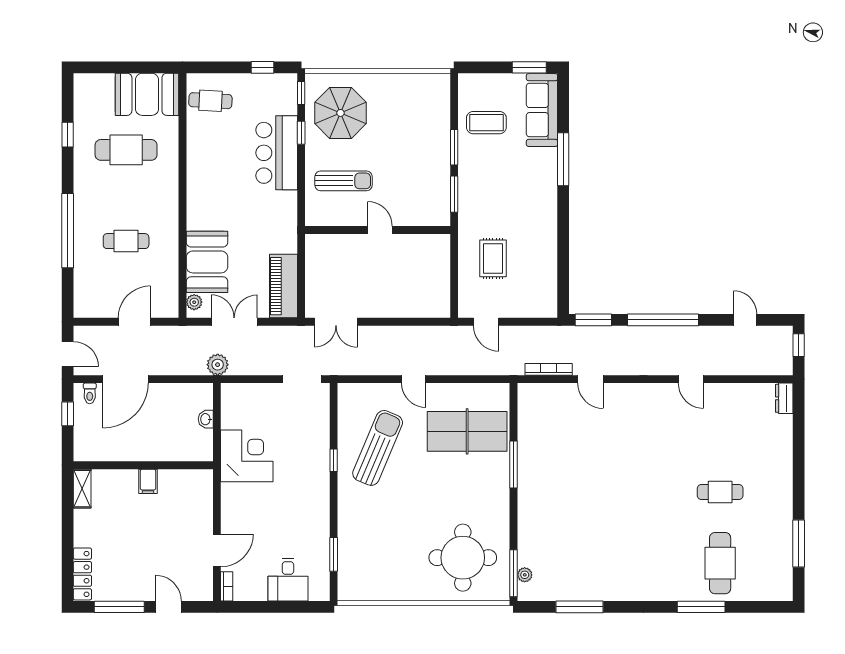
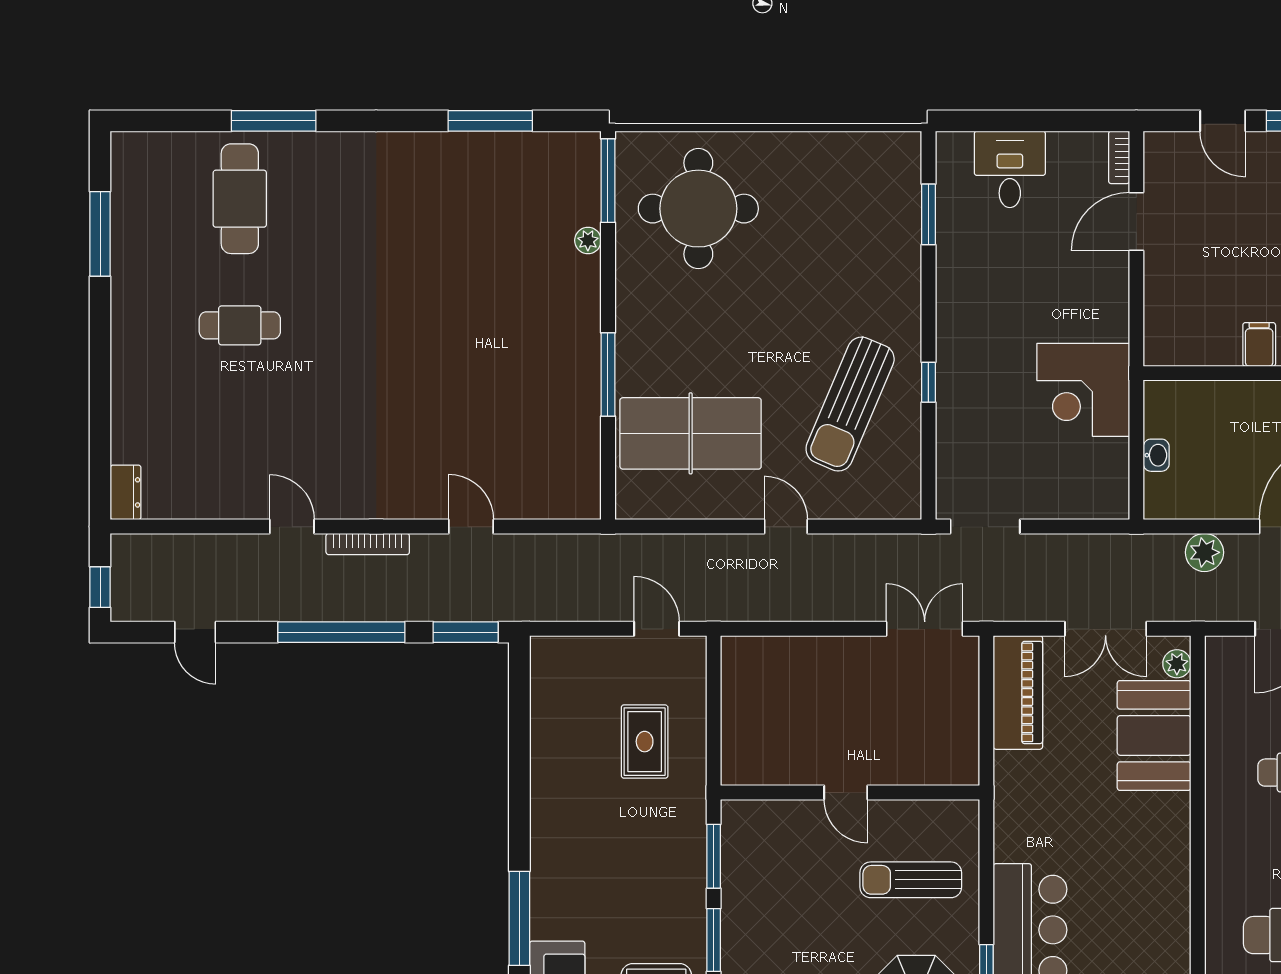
plant: (218, 365) -> (1204, 552), moved
bookcase: (549, 369) -> (368, 544), moved
plant: (525, 575) -> (588, 240), moved

